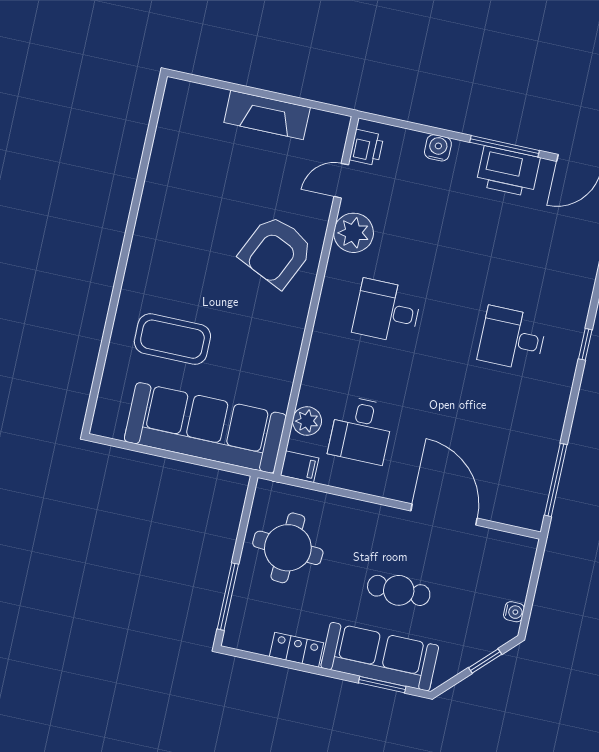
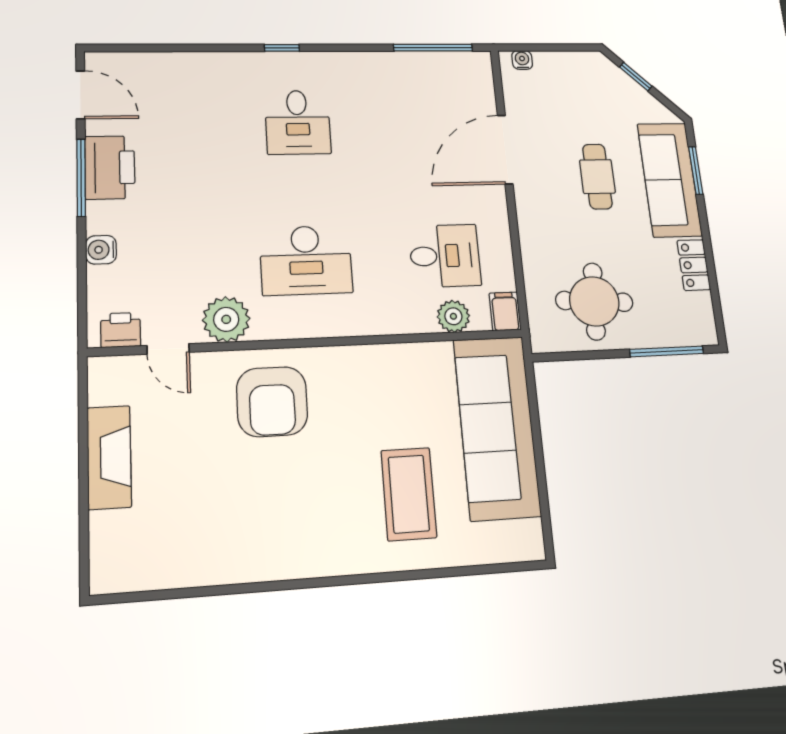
armchair: (276, 251) -> (272, 402), turned 65
desk: (387, 311) -> (306, 260), width x1.37
water cooler: (514, 612) -> (522, 60), moved

